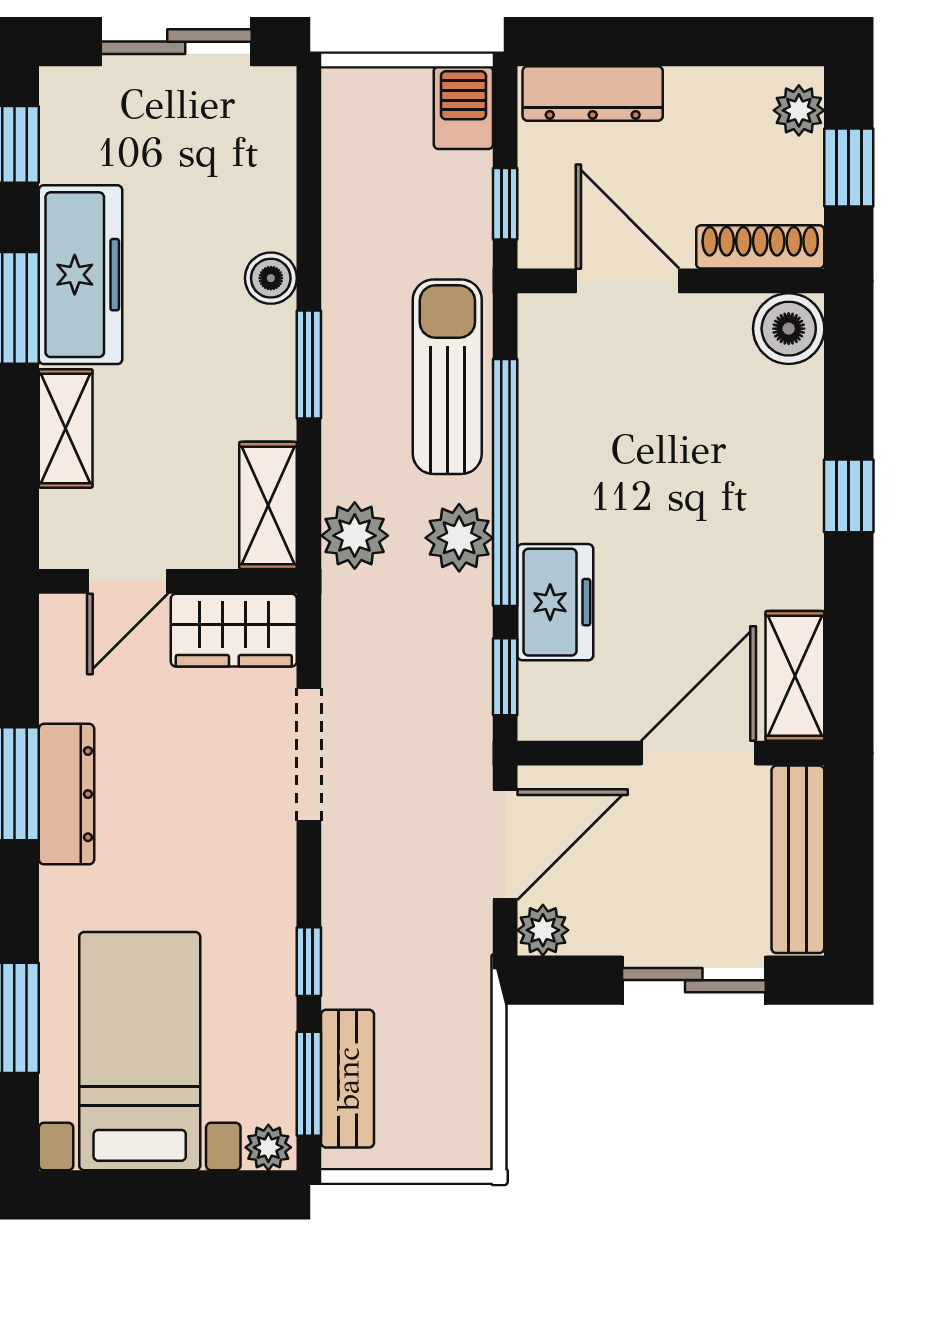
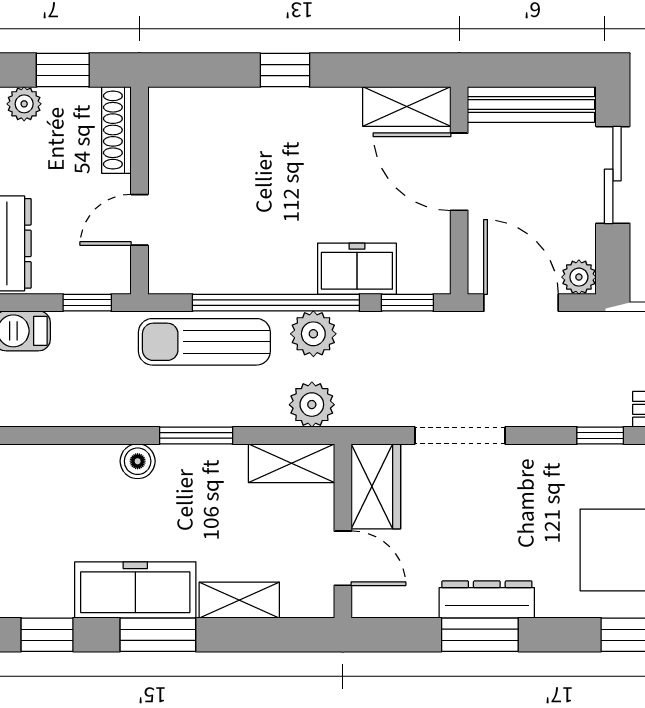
door: (627, 281) -> (139, 220), width x0.73
boiler: (789, 329) -> (172, 111), removed

